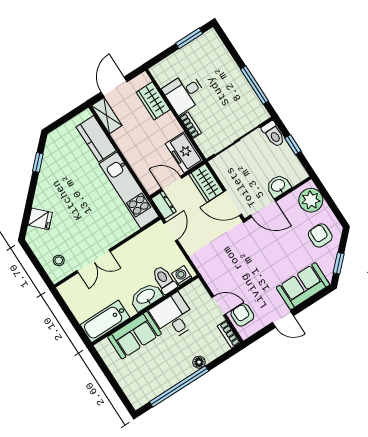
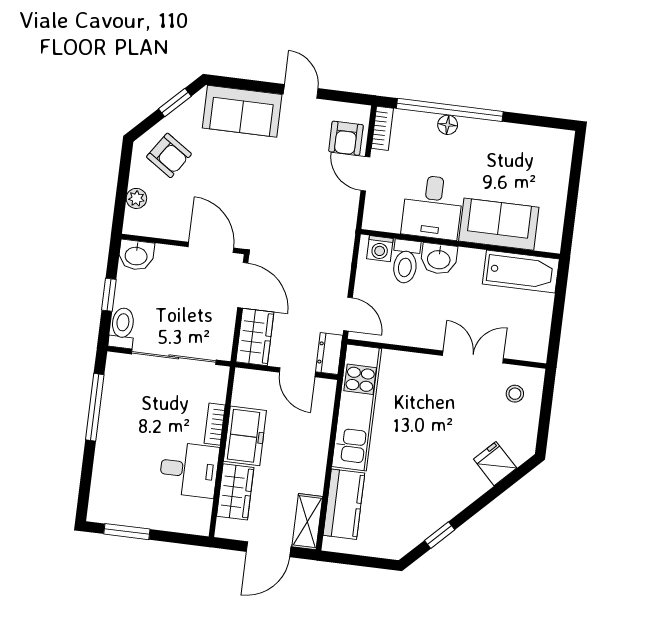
freezer: (184, 152) -> (245, 436), moved
washbasin: (278, 186) -> (136, 255), moved
plant: (311, 200) -> (136, 198), width x0.53, depth x0.53
door: (171, 231) -> (348, 314), swing flipped
armchair: (320, 236) -> (169, 155), turned -56
washbasin: (146, 297) -> (439, 259), width x0.72
window: (179, 386) -> (450, 110), moved

